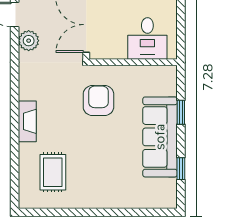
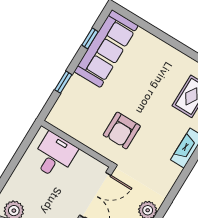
sofa: (160, 137) -> (106, 49), moved

